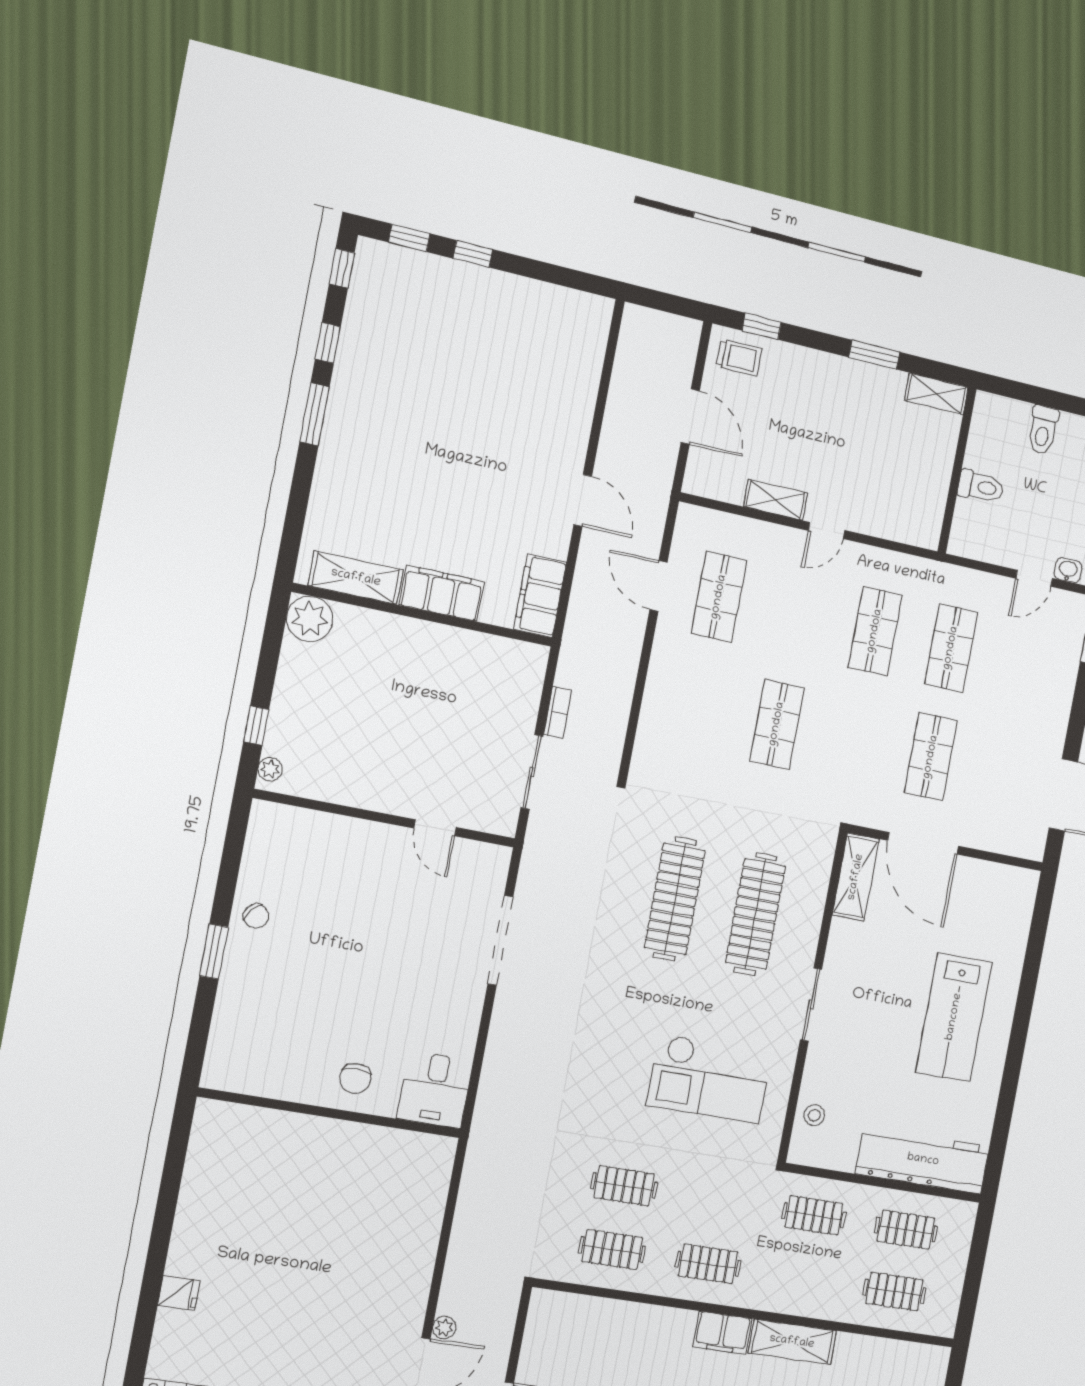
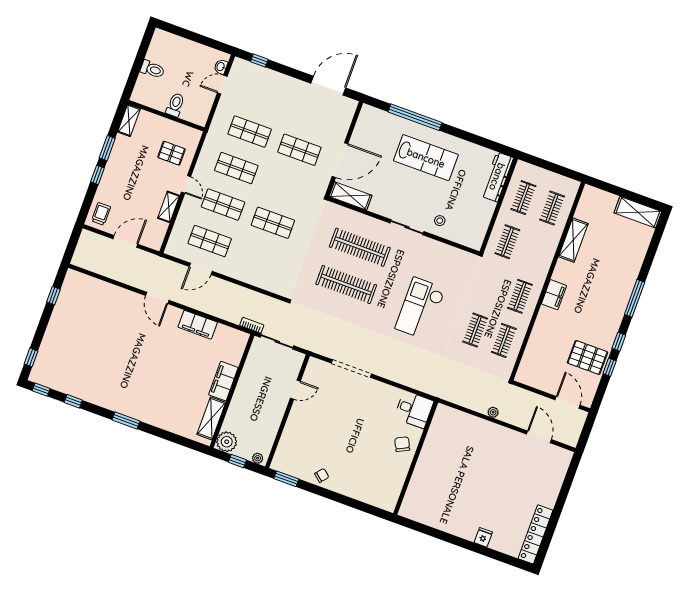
window: (473, 254) -> (53, 296), moved
window: (762, 326) -> (97, 175), moved
window: (314, 414) -> (126, 421), moved
pallet: (884, 491) -> (171, 153), added
door: (583, 501) -> (157, 298), swing flipped
shelving: (356, 578) -> (211, 418), moved
door: (1034, 578) -> (222, 85), swing flipped
filing cabinet: (442, 593) -> (223, 381), moved
shop shelf: (798, 614) -> (223, 205), added
wall: (424, 615) -> (232, 391), moved
plant: (310, 619) -> (227, 442), moved
window: (214, 951) -> (286, 479), moved
window: (1029, 981) -> (415, 117), added
chair: (355, 1079) -> (402, 444), turned -116
checkout: (709, 1079) -> (420, 308), moved, turned 180
stool: (814, 1115) -> (440, 221), moved
workbench: (923, 1160) -> (497, 177), width x0.73, depth x0.76
plant: (444, 1328) -> (493, 412), moved
shelving: (792, 1342) -> (573, 240), moved

